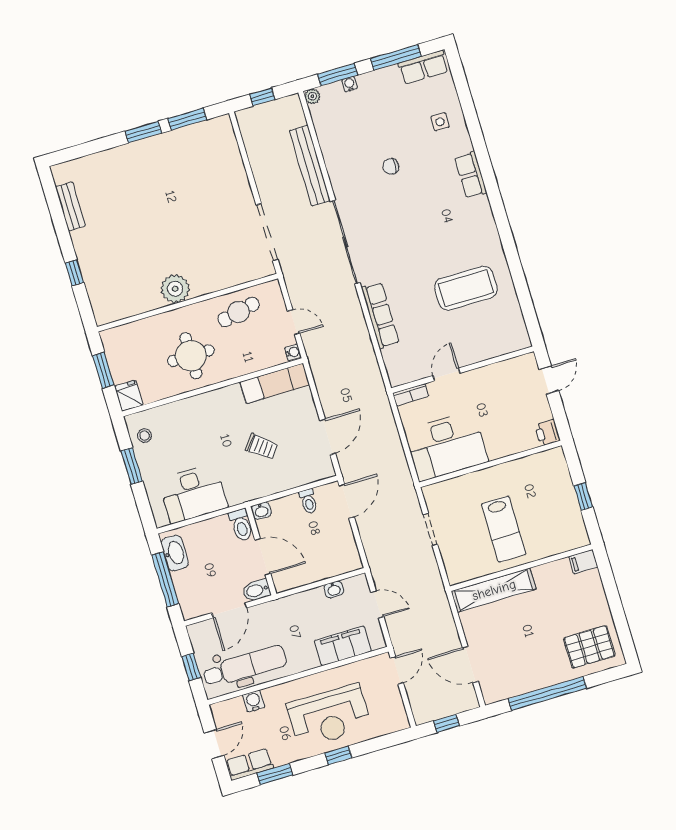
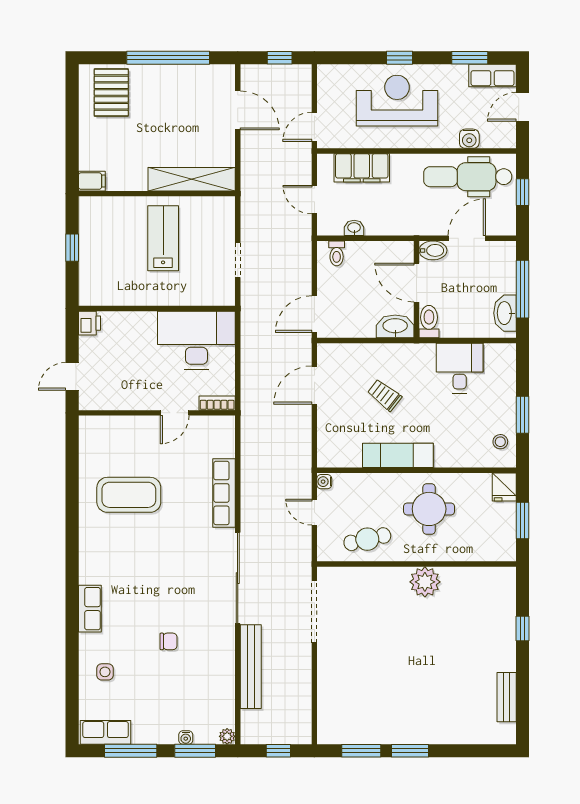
exam couch: (275, 383) -> (398, 455), moved
desk: (193, 494) -> (460, 368), width x0.73
toilet: (308, 501) -> (337, 253), moved, turned 180
washbasin: (261, 511) -> (395, 326), width x1.91, depth x1.45
pallet: (589, 647) -> (111, 93), turned 90

